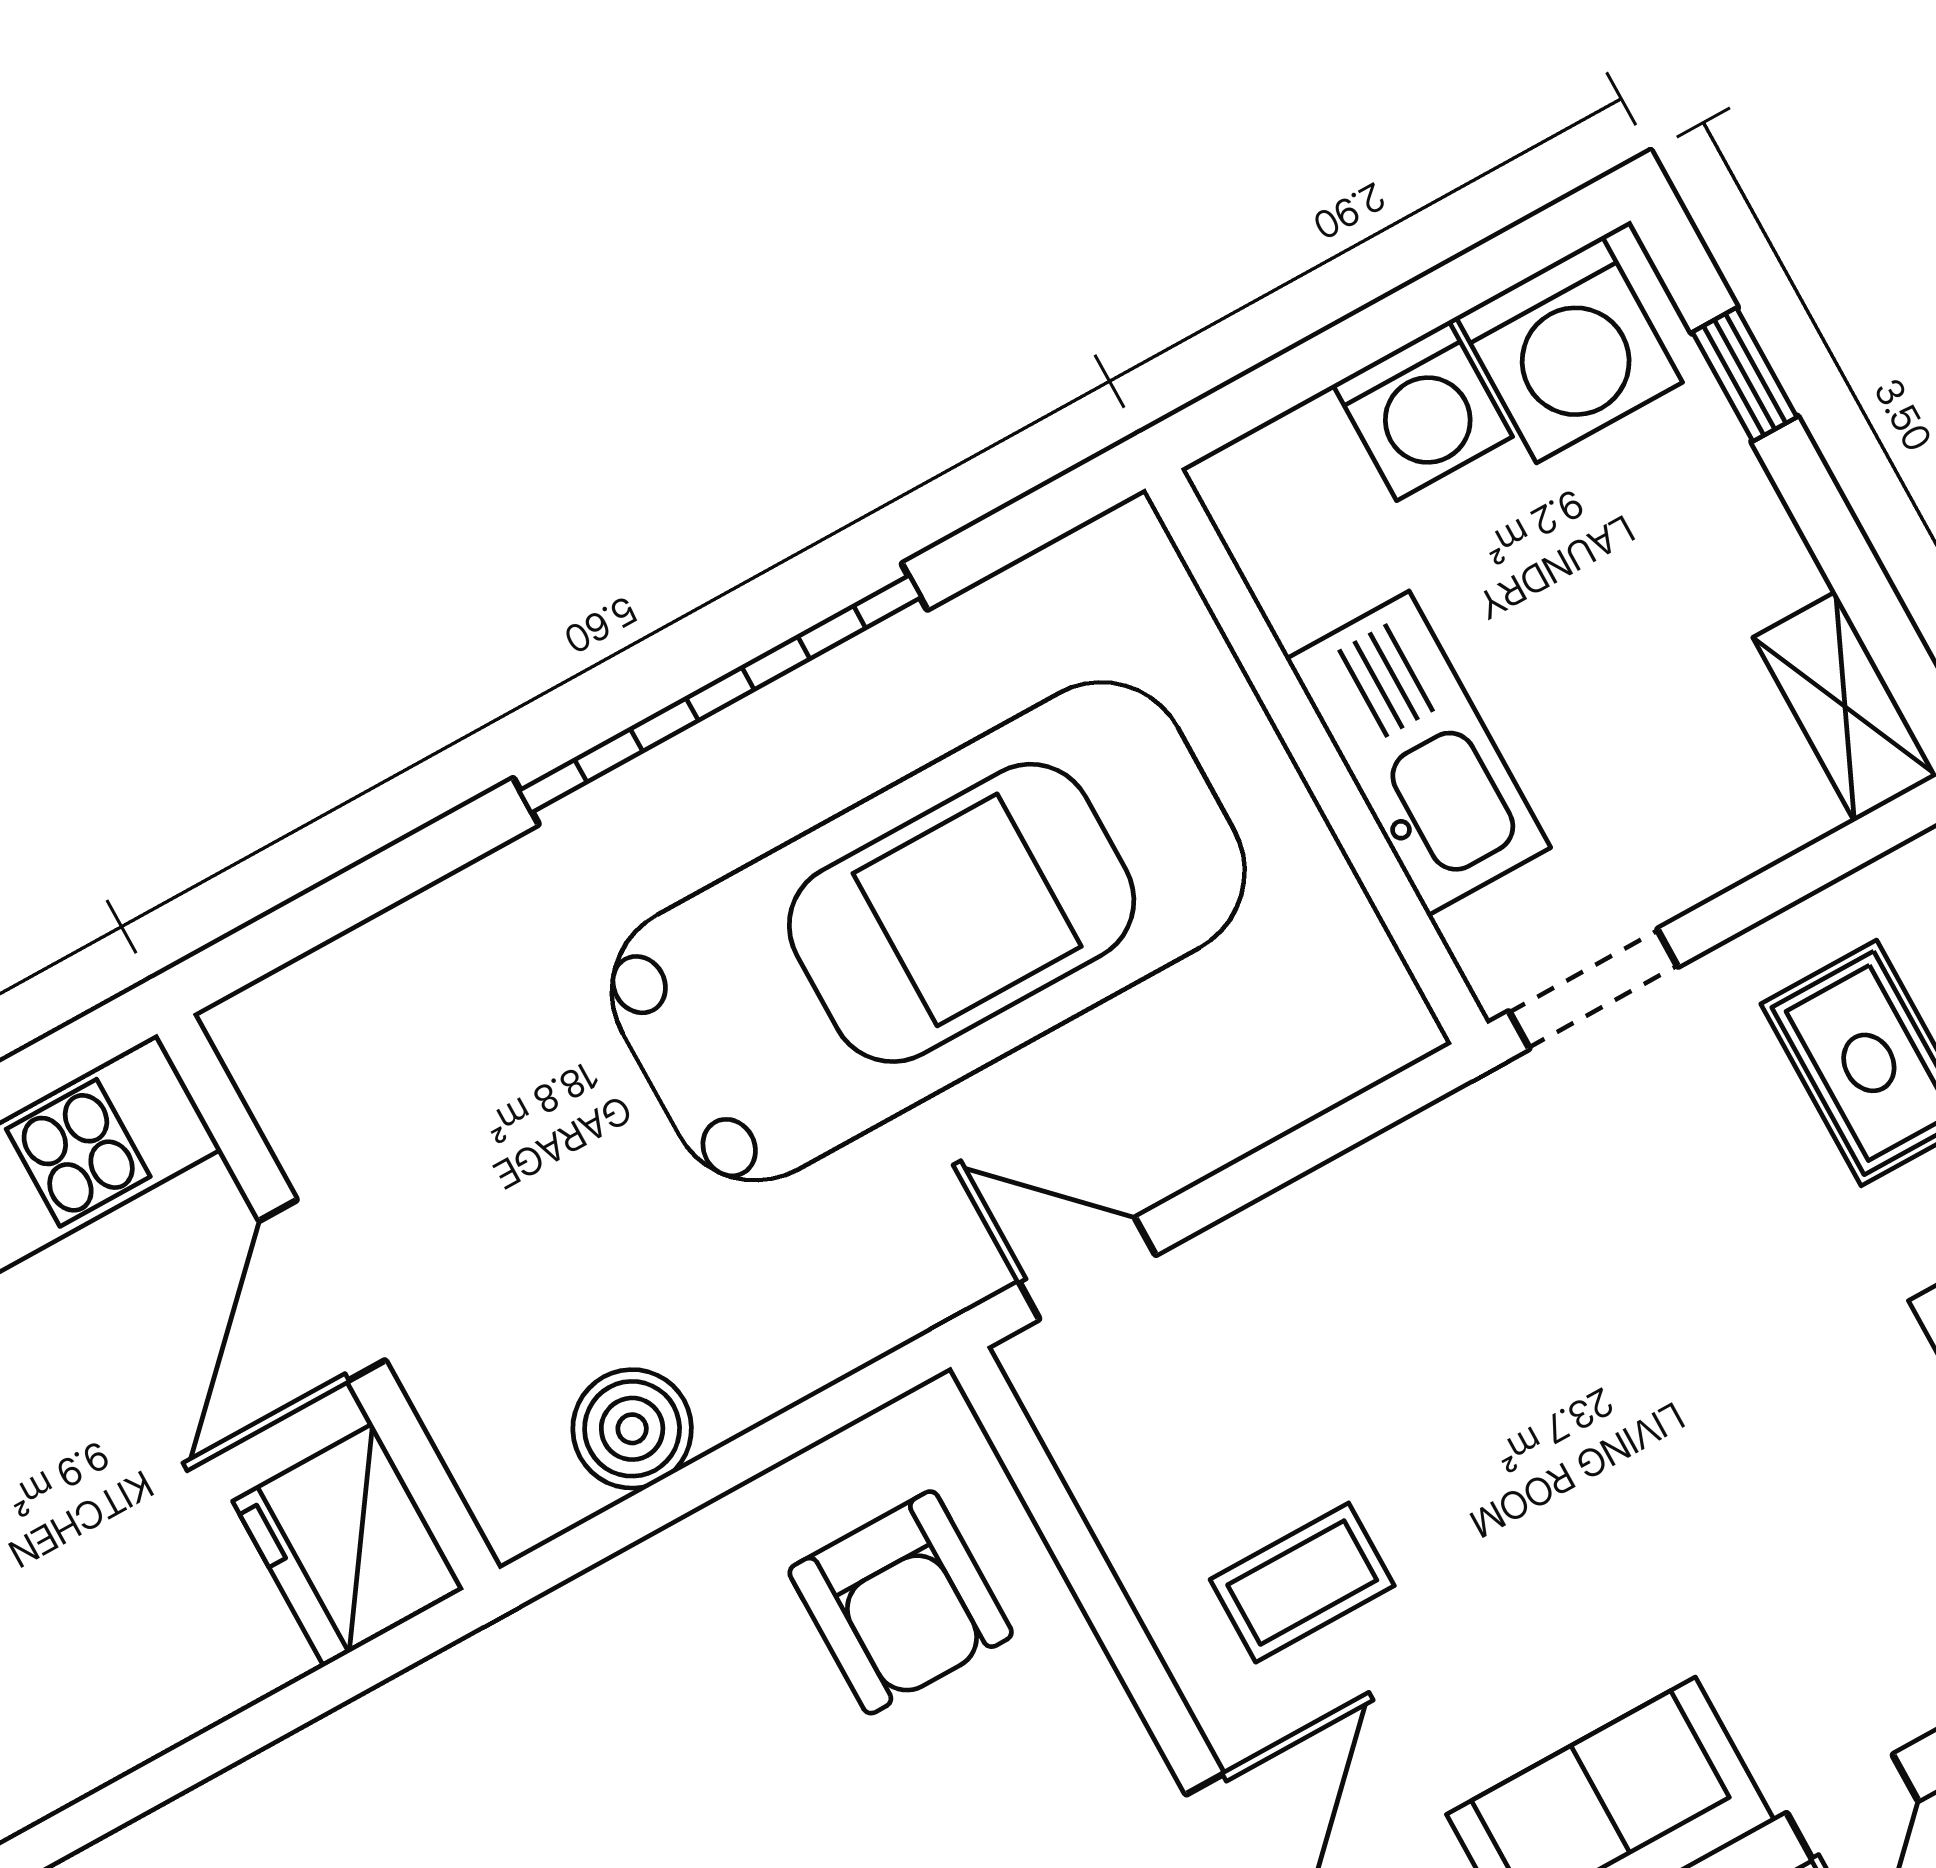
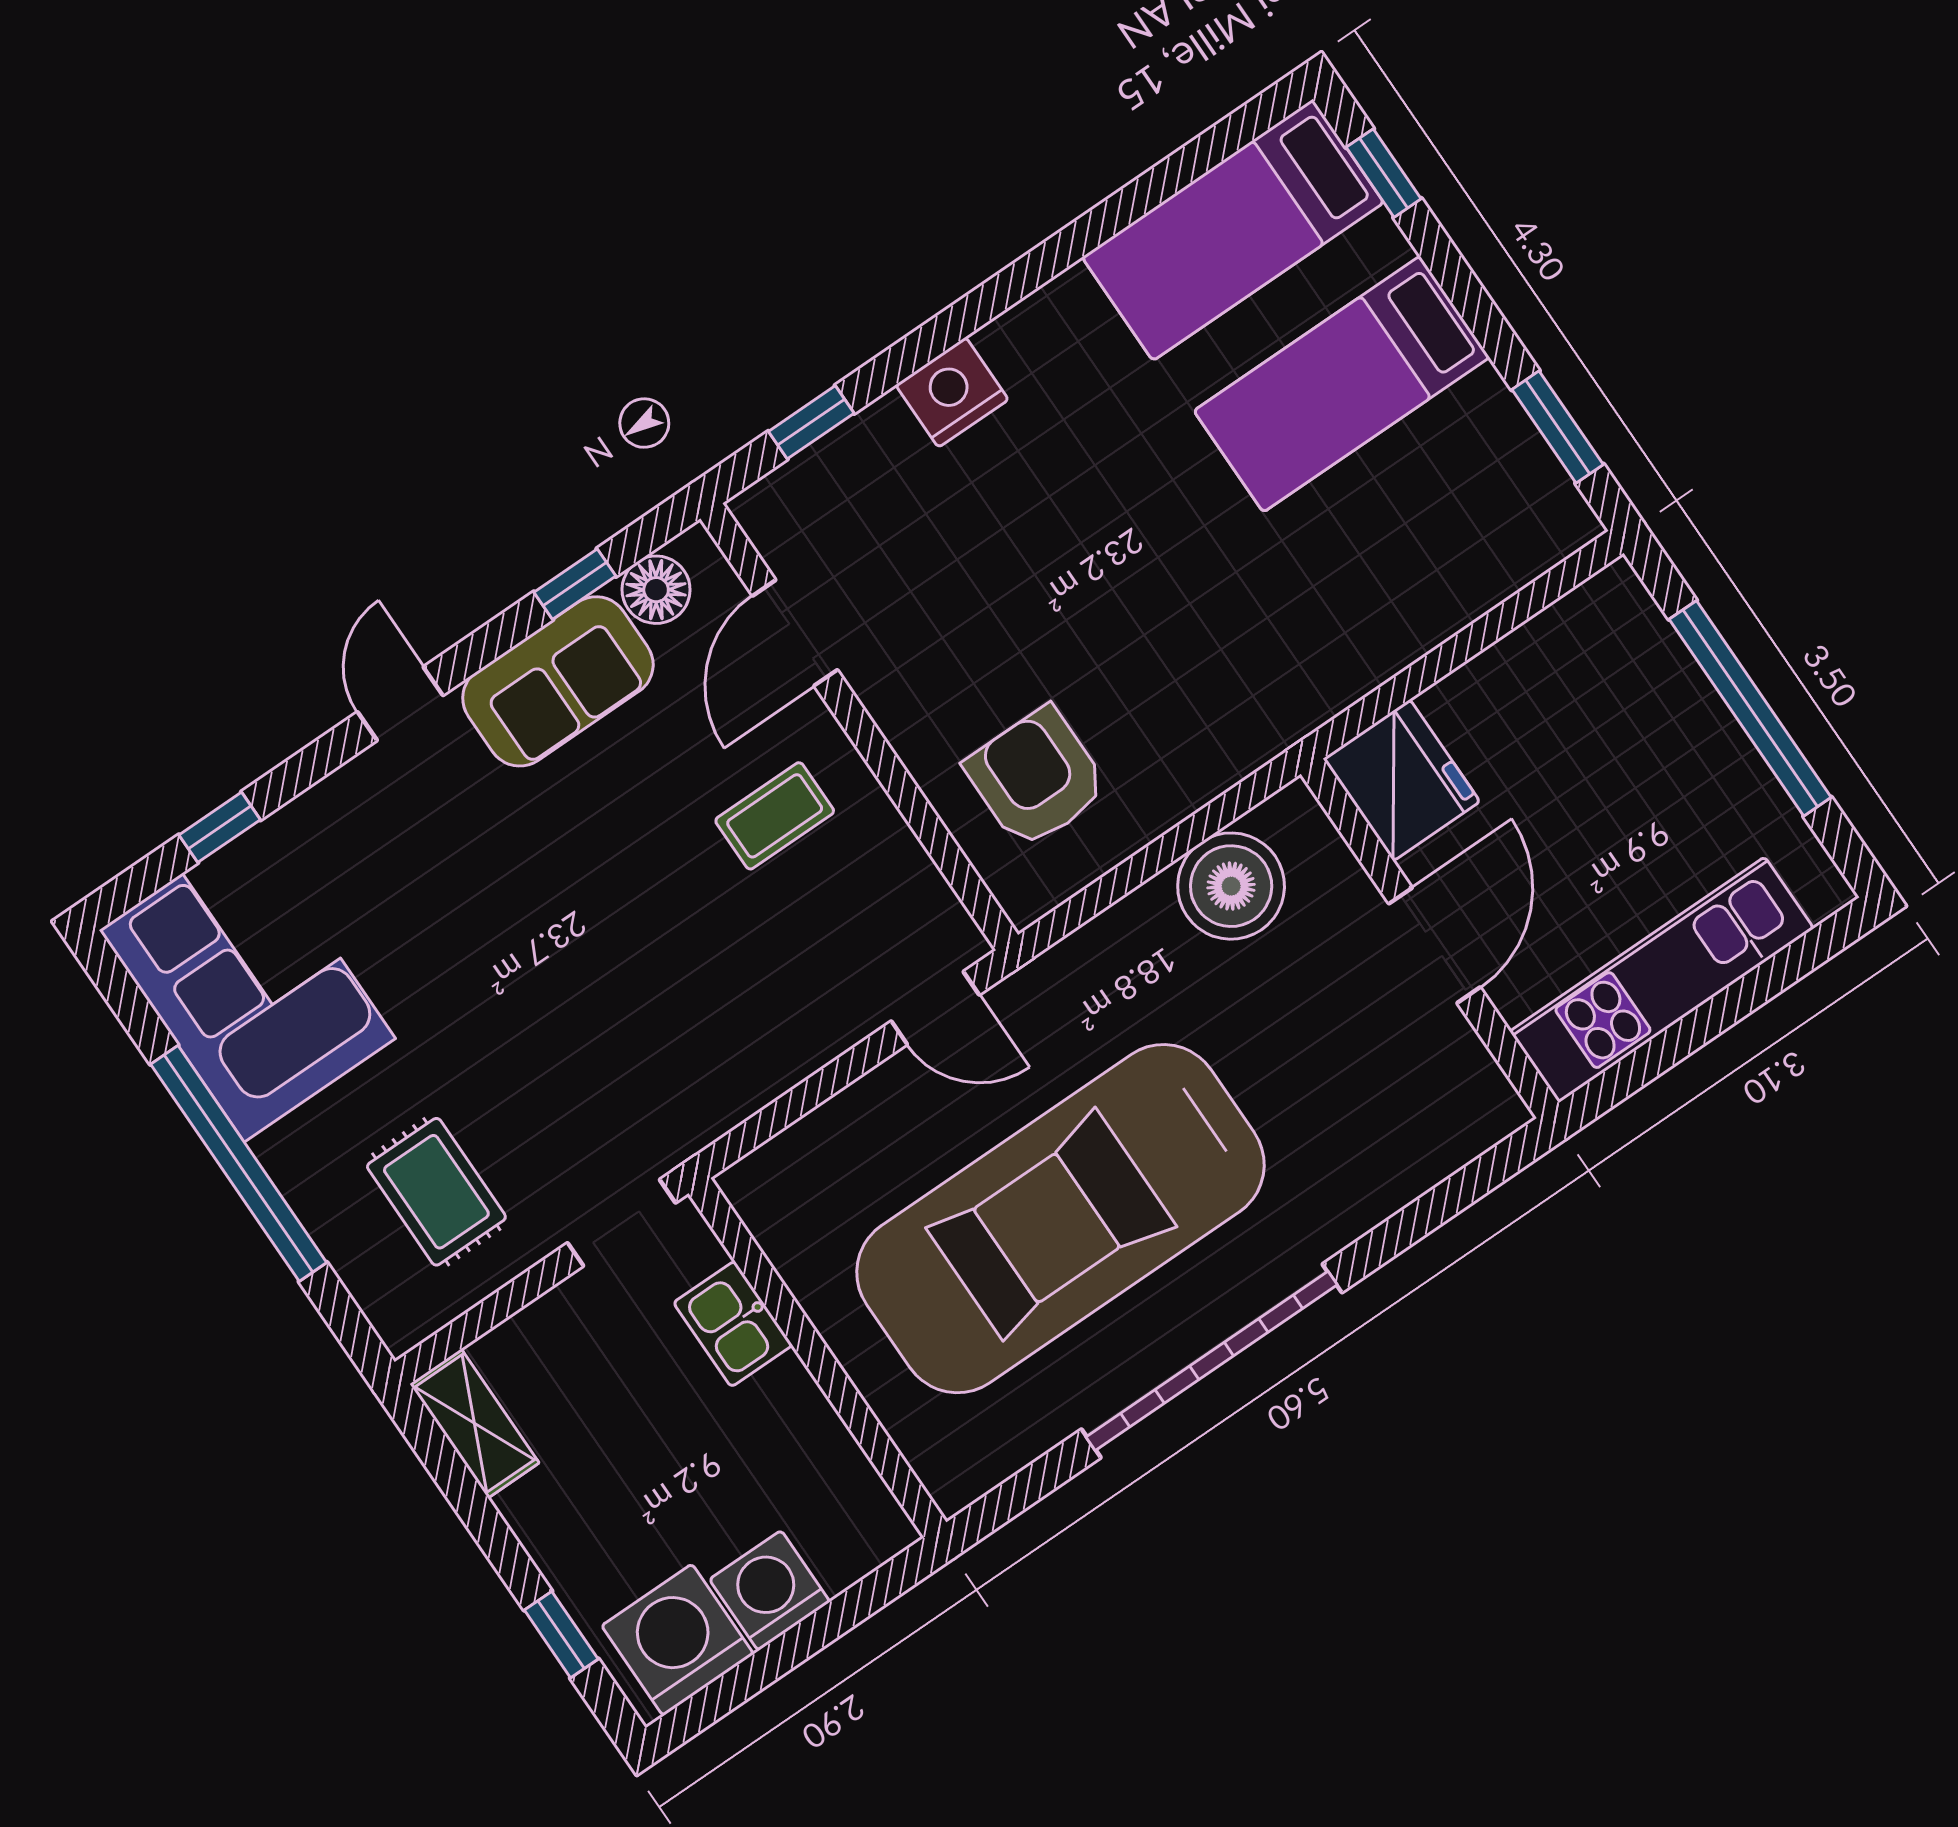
kitchen sink: (1418, 753) -> (733, 1324), width x0.53, depth x0.81
boiler: (632, 1429) -> (1231, 886), width x1.37, depth x1.37

